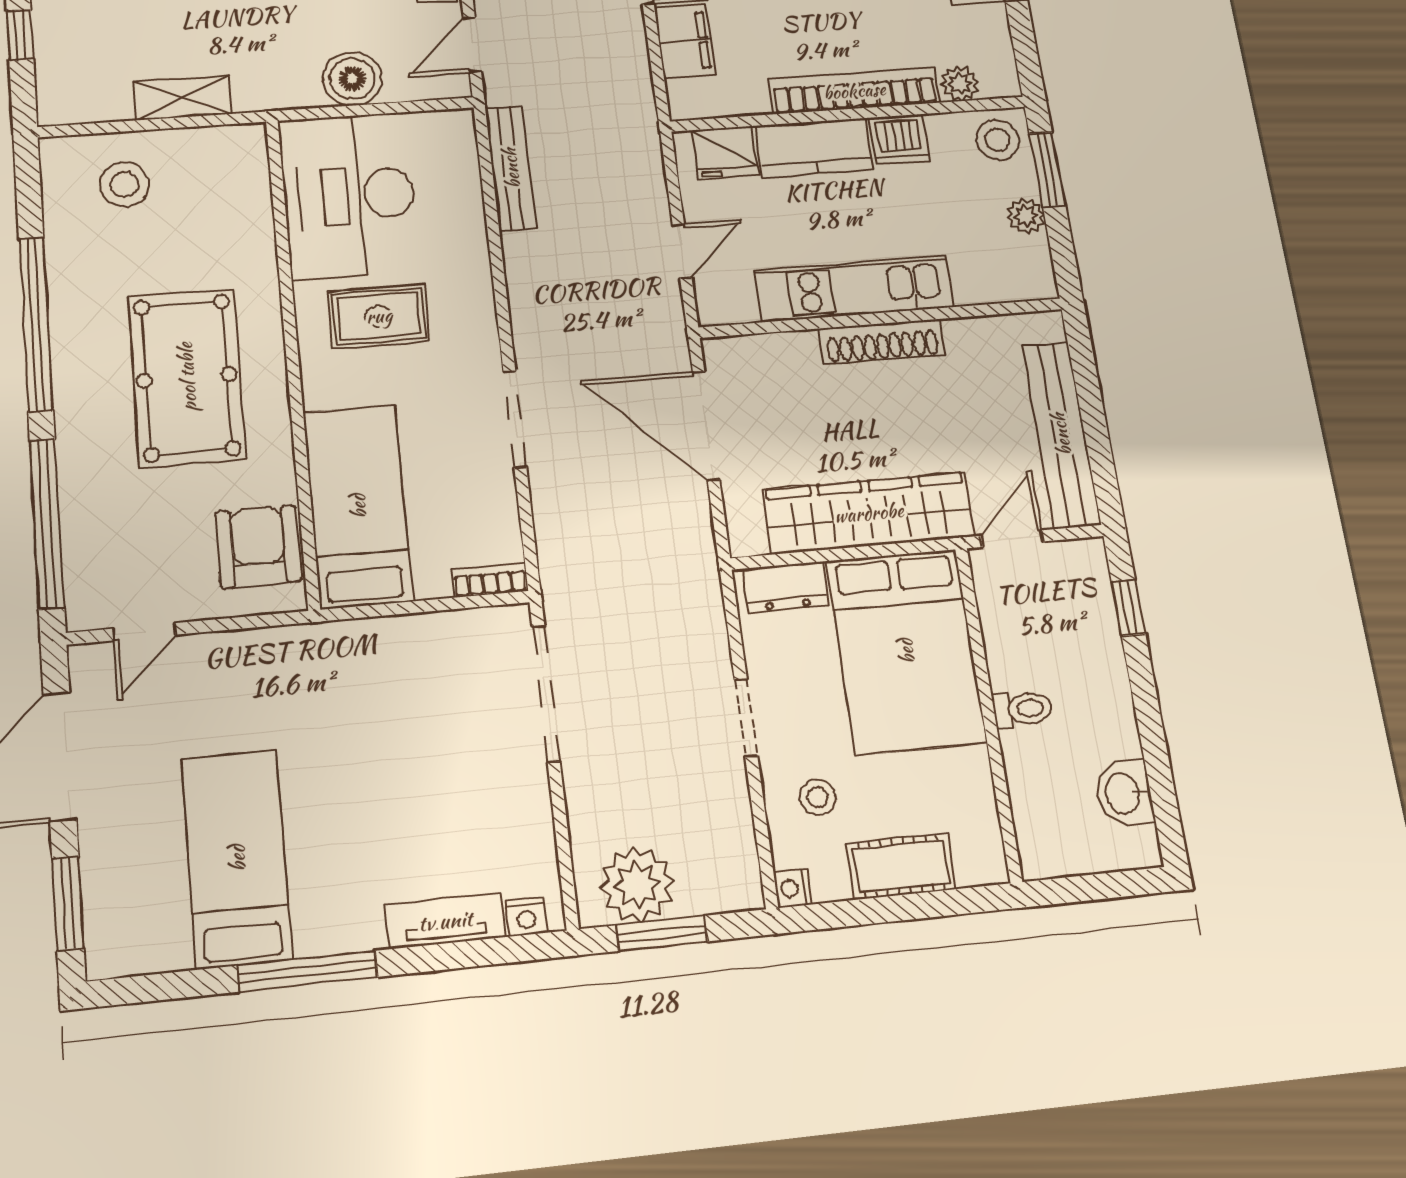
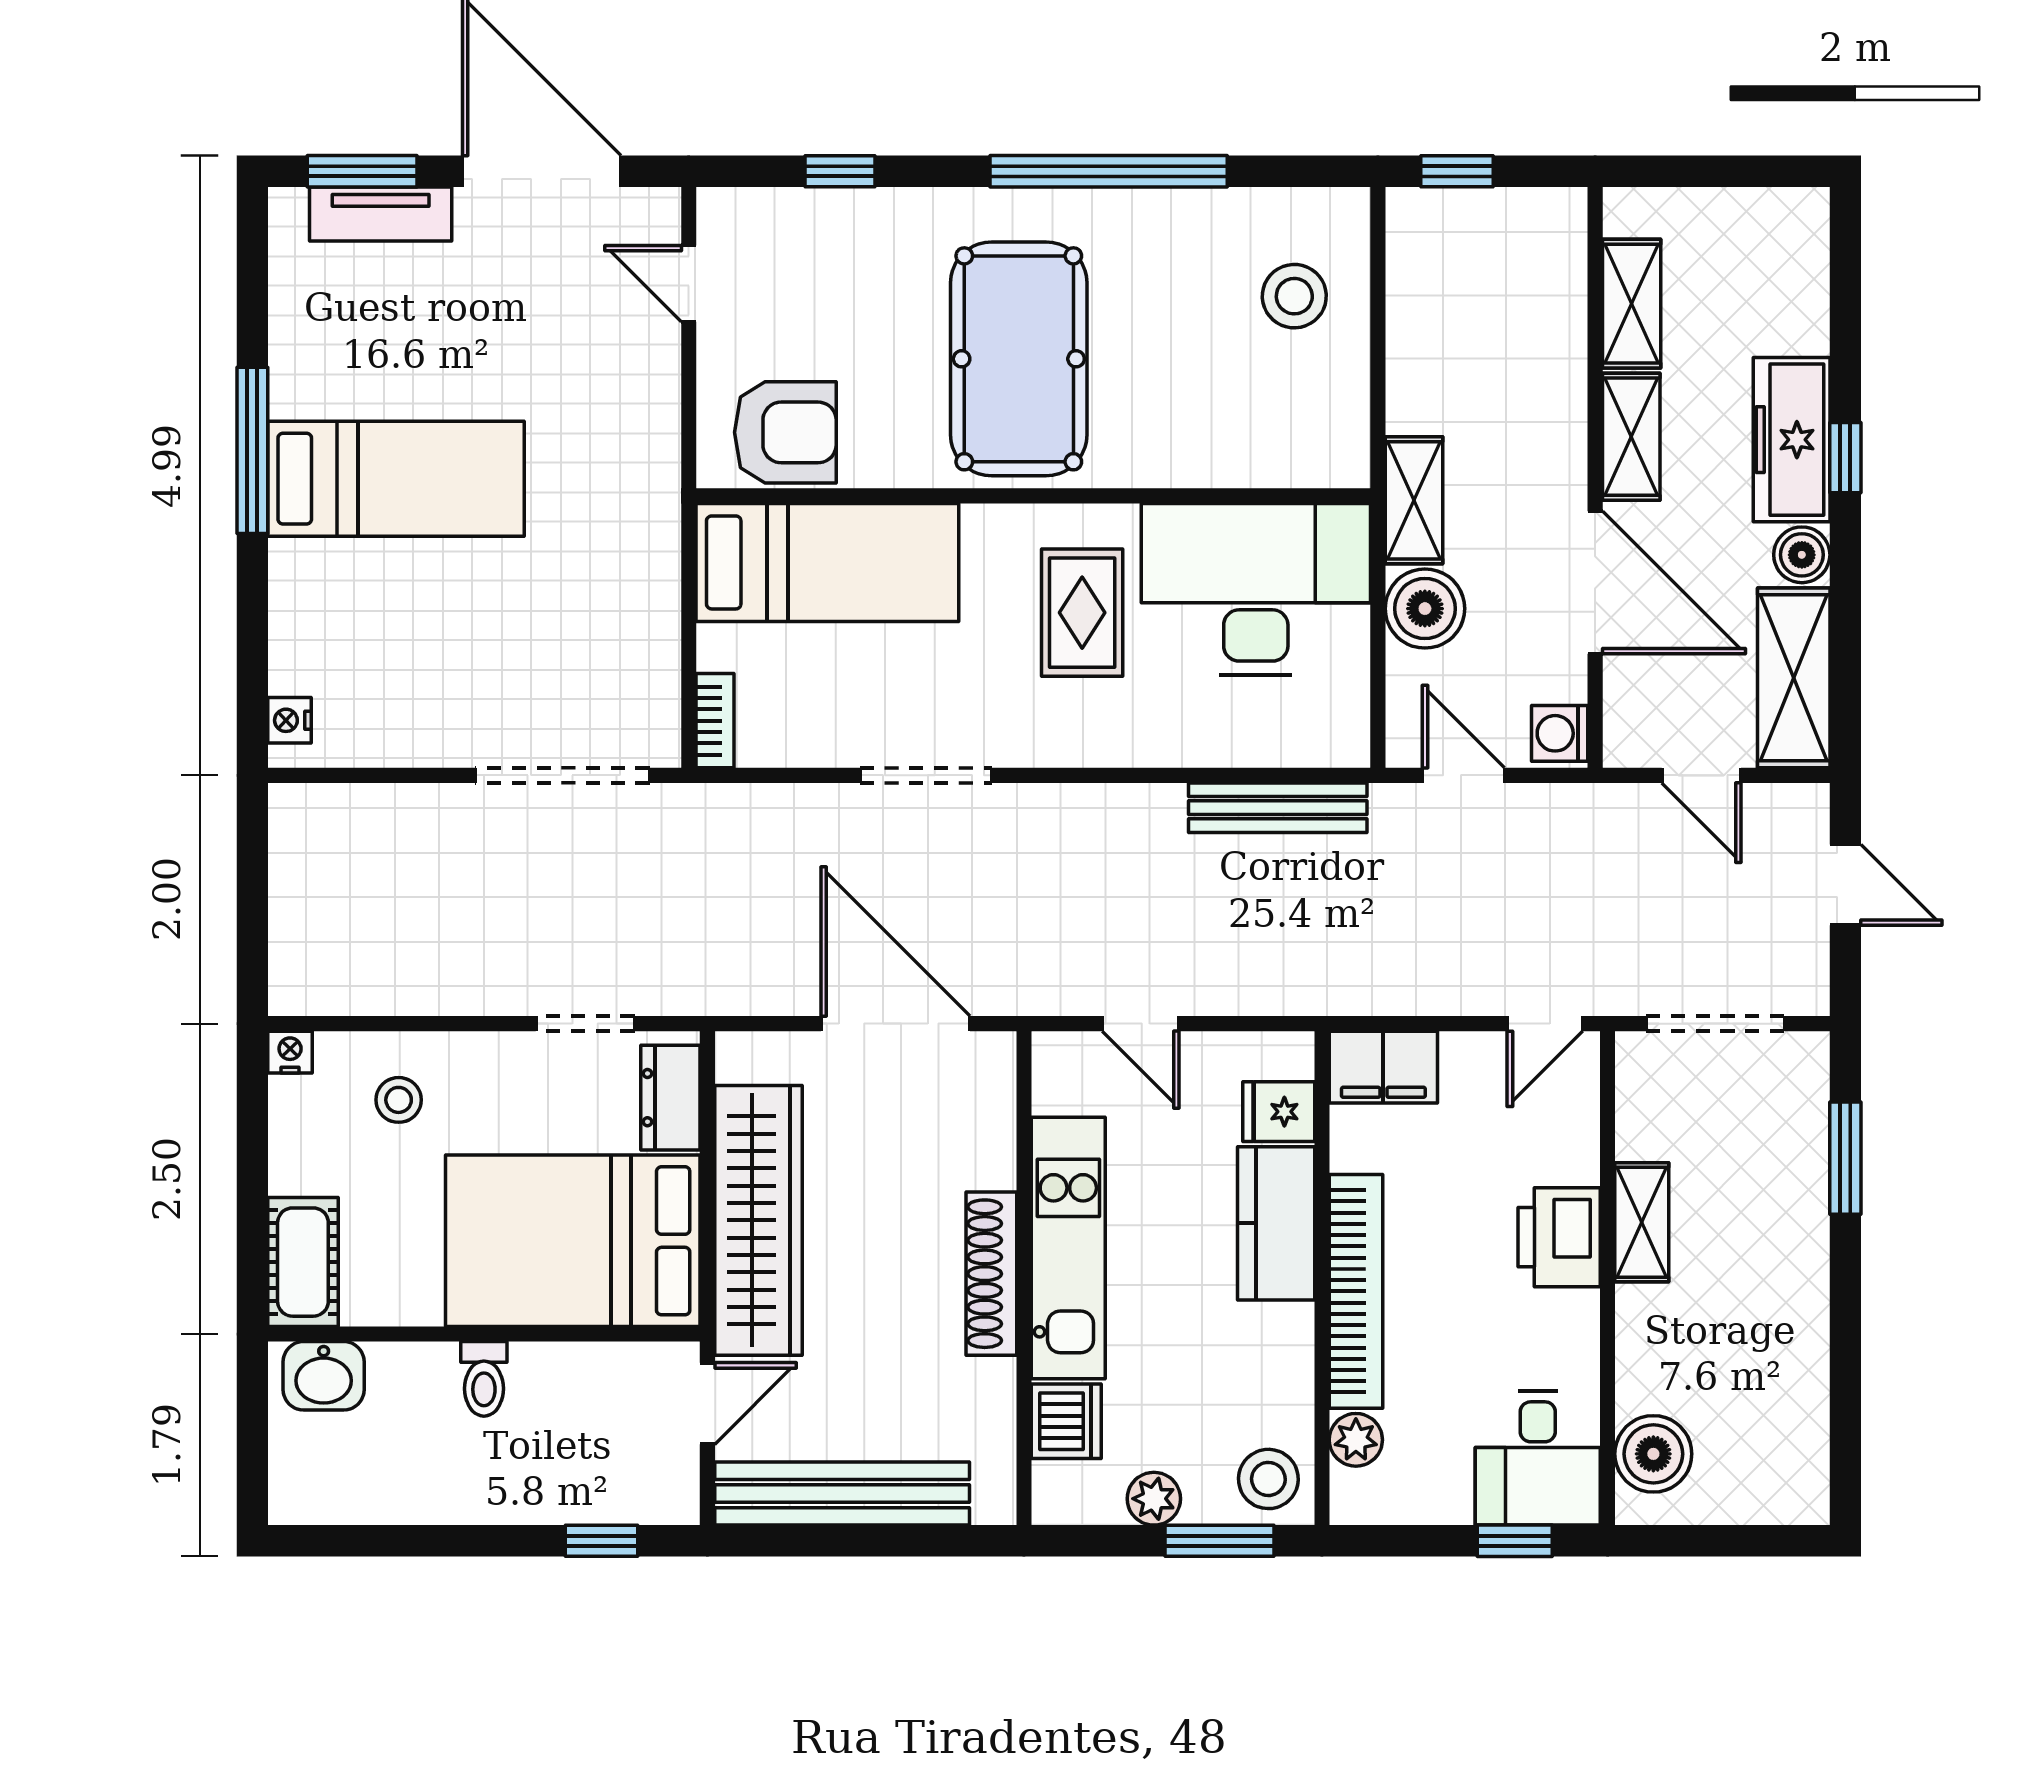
window: (20, 35) -> (1457, 171), moved
filing cabinet: (685, 41) -> (1383, 1067), moved
shelving: (183, 98) -> (1414, 500), moved
dishwasher: (899, 139) -> (1066, 1421), moved, turned 180
fridge: (725, 152) -> (1279, 1112), width x0.72
pool table: (187, 377) -> (1019, 359), turned 90
door: (706, 426) -> (895, 1024), hinge flipped
window: (47, 523) -> (840, 171), width x0.32
door: (1012, 539) -> (707, 1403), hinge flipped
doorway: (746, 718) -> (585, 1024), moved
washbasin: (1124, 793) -> (324, 1376), moved, turned 180
bed: (237, 858) -> (396, 479), moved
cot: (901, 866) -> (303, 1262), moved
plant: (637, 885) -> (314, 860), removed
tv unit: (445, 921) -> (381, 214), moved, turned 90
window: (662, 933) -> (252, 884), removed

